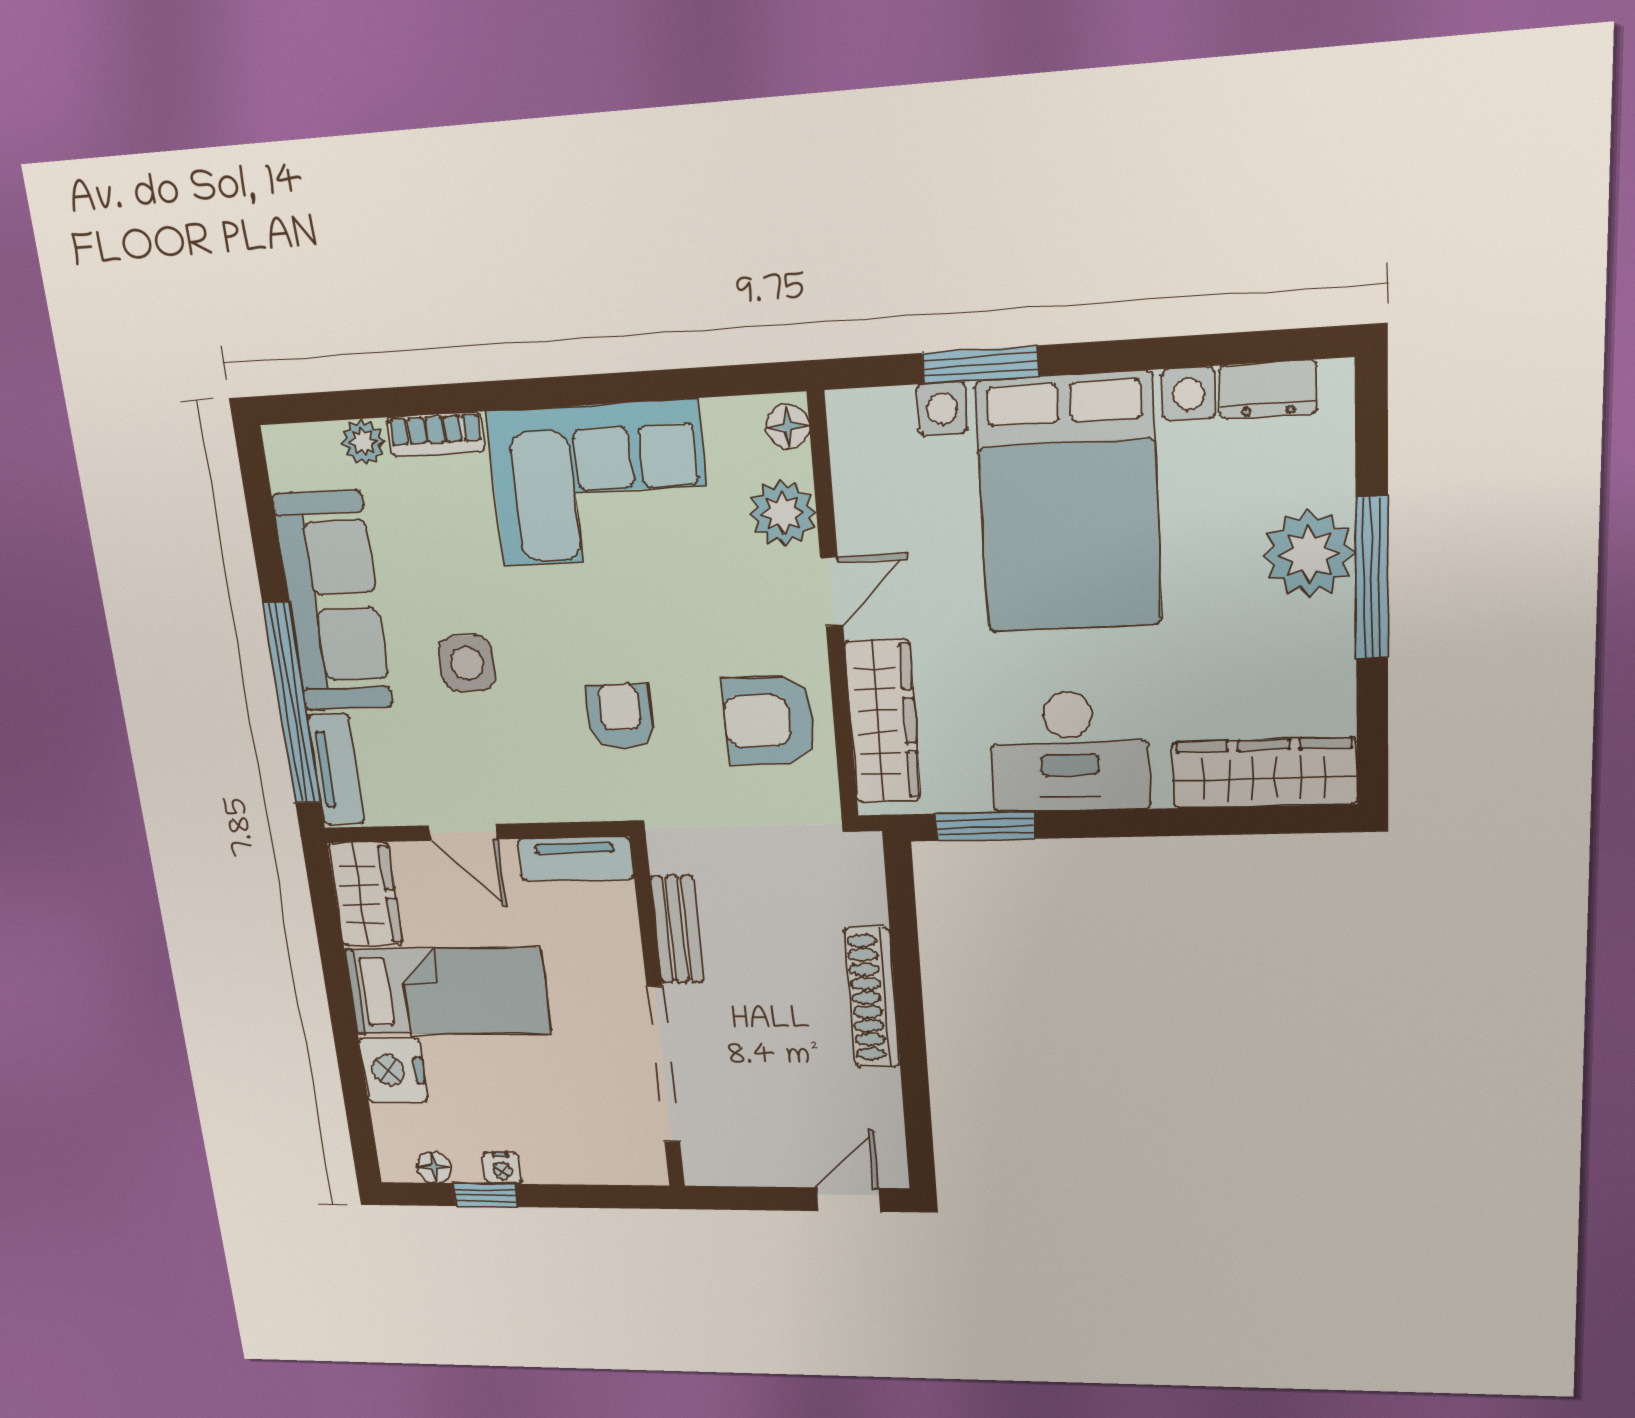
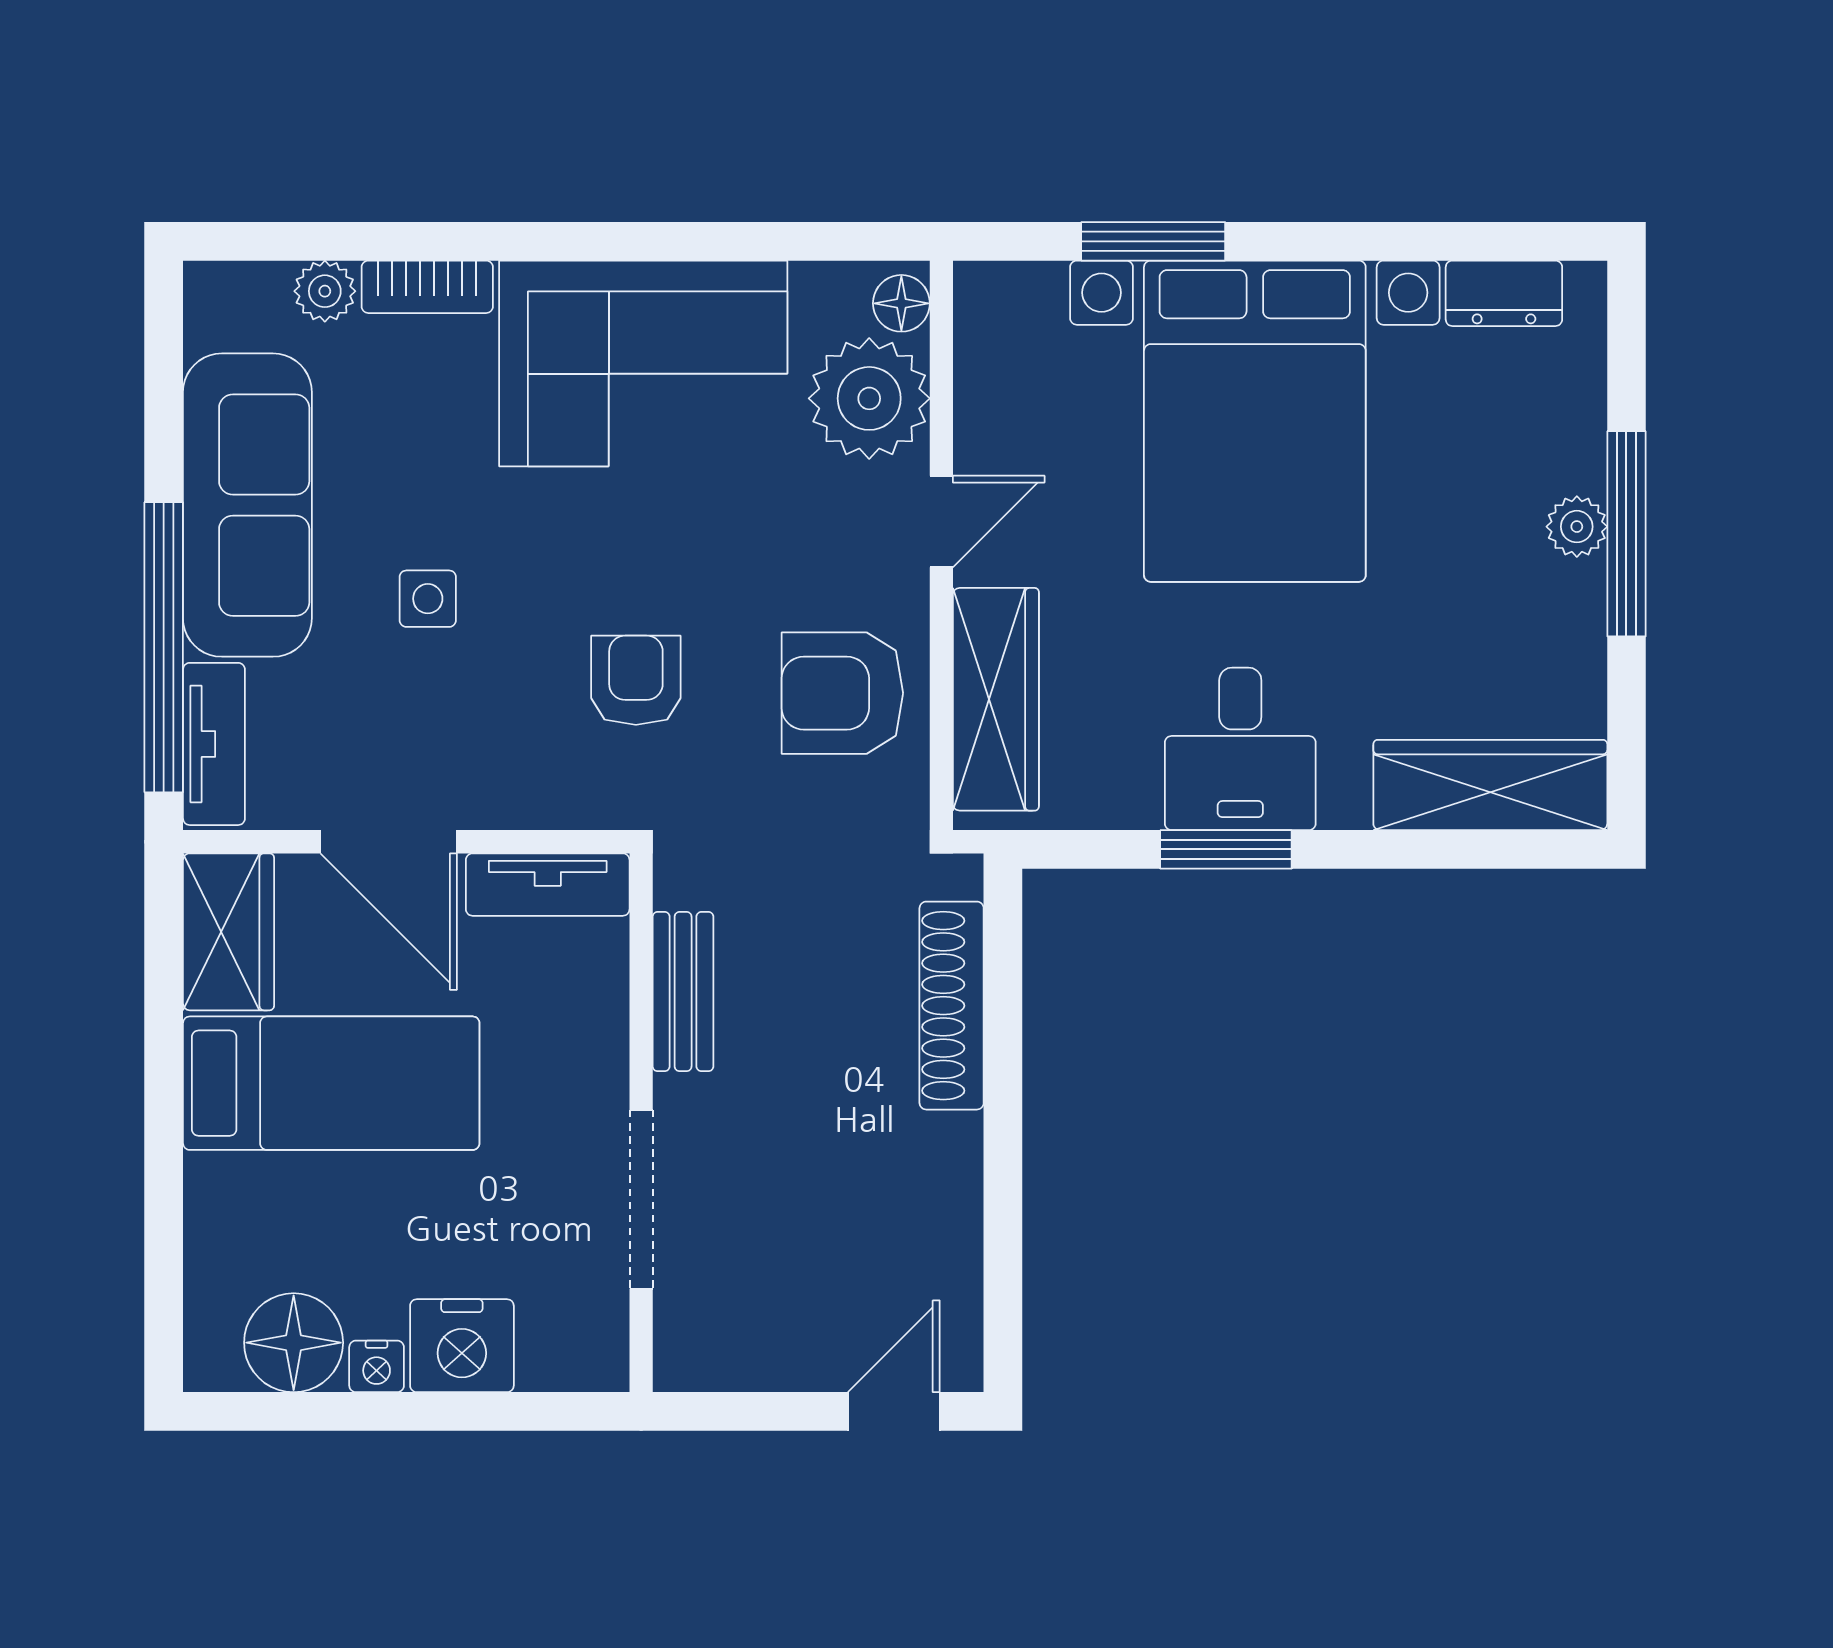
plant: (783, 513) -> (869, 398), width x1.36, depth x1.36
plant: (1309, 554) -> (1577, 527), width x0.53, depth x0.53
side table: (467, 663) -> (428, 599), width x0.73, depth x0.73
desk: (1069, 752) -> (1240, 749), width x0.73
window: (985, 826) -> (1226, 849), moved
door: (463, 832) -> (389, 842), width x1.38
shoe rack: (872, 998) -> (952, 1006), moved
doorway: (663, 1065) -> (641, 1199), width x0.73
nightstand: (393, 1070) -> (462, 1346), moved, turned -90
floor lamp: (434, 1167) -> (294, 1343), width x1.89, depth x1.89
window: (485, 1195) -> (344, 1411), removed

